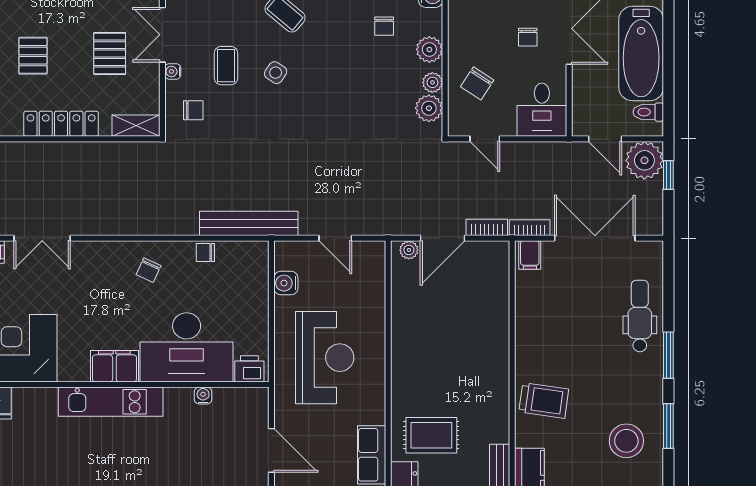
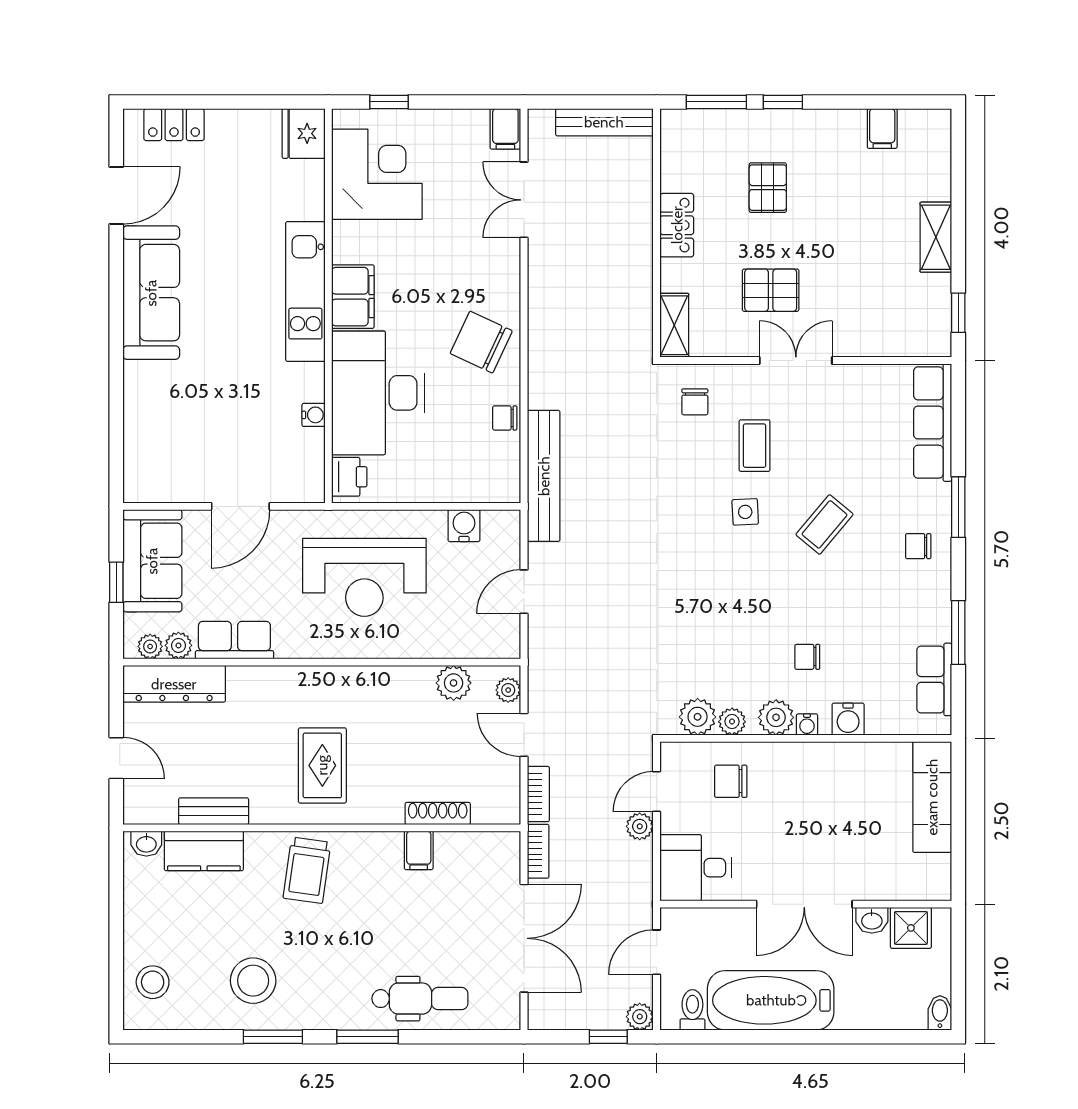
chair: (528, 37) -> (793, 849), removed
pallet: (33, 56) -> (768, 188), turned 90
coffee table: (226, 66) -> (755, 446), turned 90
water cooler: (173, 71) -> (807, 724), moved, turned 180
side table: (276, 73) -> (745, 512), turned -37
chair: (477, 83) -> (731, 781), turned -33
locker: (61, 124) -> (677, 225), width x0.66
plant: (511, 152) -> (640, 826), added
plant: (644, 160) -> (640, 1017), width x0.53, depth x0.53
door: (442, 238) -> (524, 735), width x0.73
chair: (205, 252) -> (505, 418), turned -90
filing cabinet: (530, 255) -> (419, 850), moved, turned -90
chair: (149, 270) -> (481, 342), width x1.87, depth x1.87
plant: (404, 291) -> (454, 683), added
shoe rack: (501, 303) -> (438, 813), added
rug: (431, 435) -> (322, 765), moved

